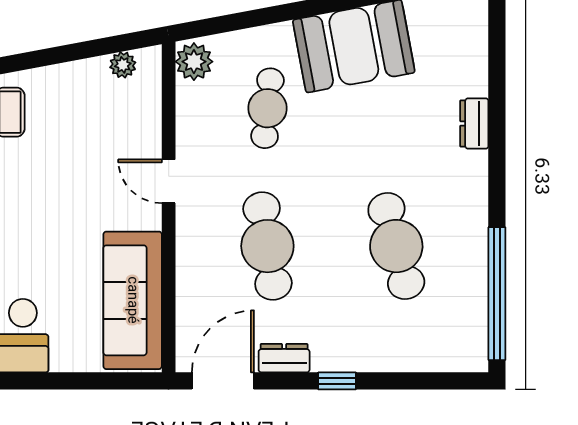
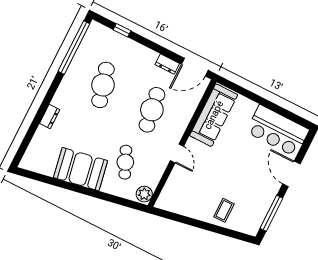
plant: (123, 65) -> (172, 206), removed
cafe table: (267, 108) -> (125, 162), turned -30
window: (337, 381) -> (122, 30), moved

